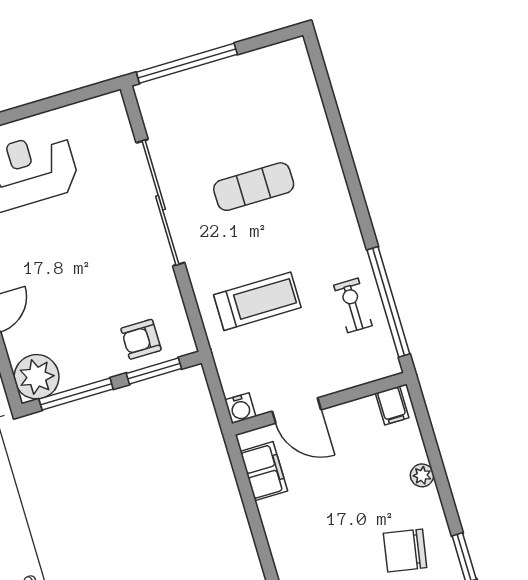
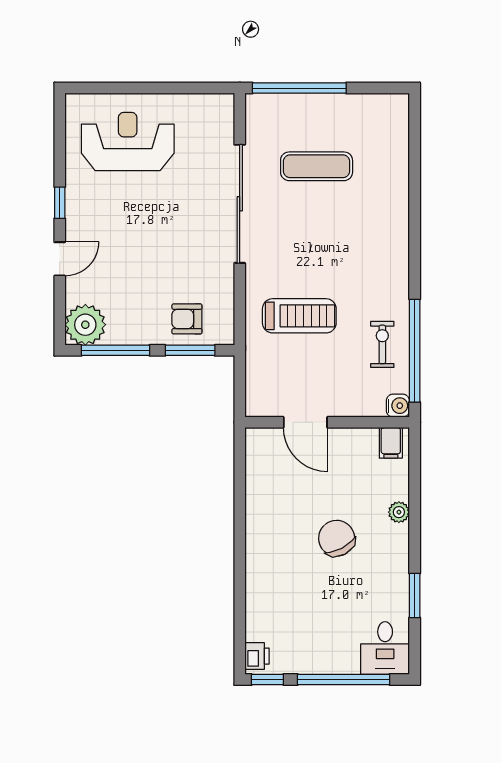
exercise mat: (254, 187) -> (317, 166), moved
water cooler: (240, 408) -> (398, 406), moved, turned -90
filing cabinet: (264, 471) -> (261, 467), removed
chair: (405, 550) -> (337, 538), moved, turned 52

